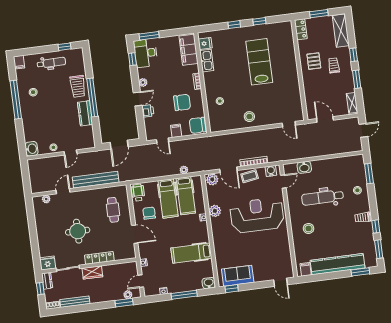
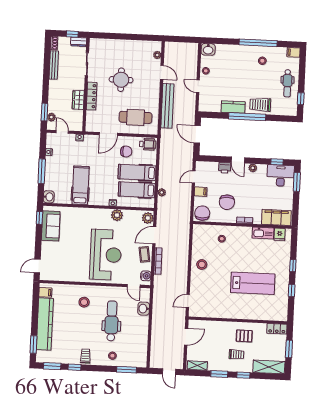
cafe table: (113, 210) -> (135, 117), width x1.37, depth x1.35
fridge: (48, 263) -> (96, 45), removed
wardrobe: (92, 272) -> (78, 100), moved

